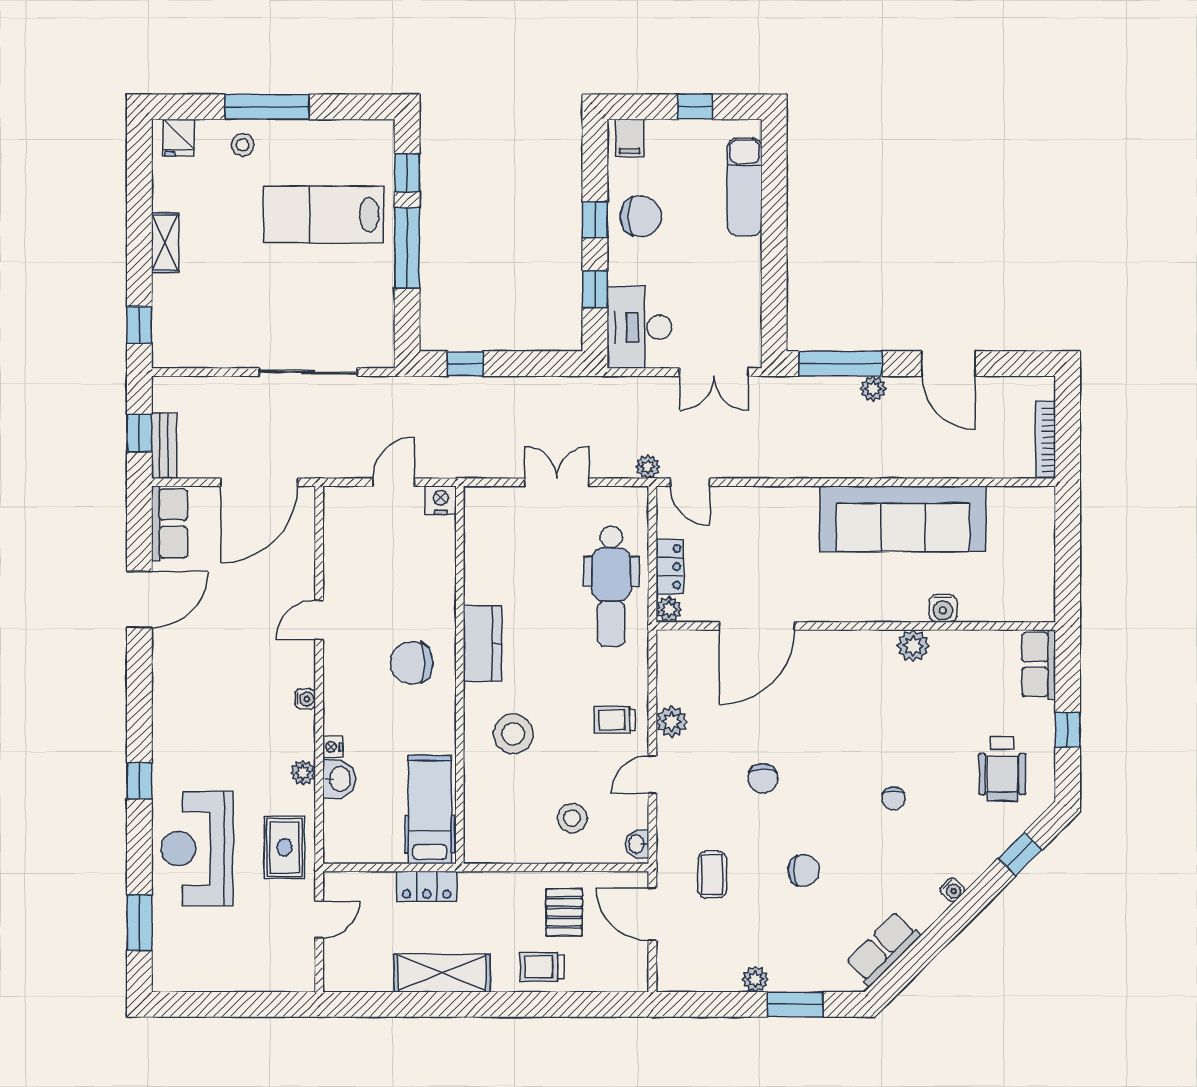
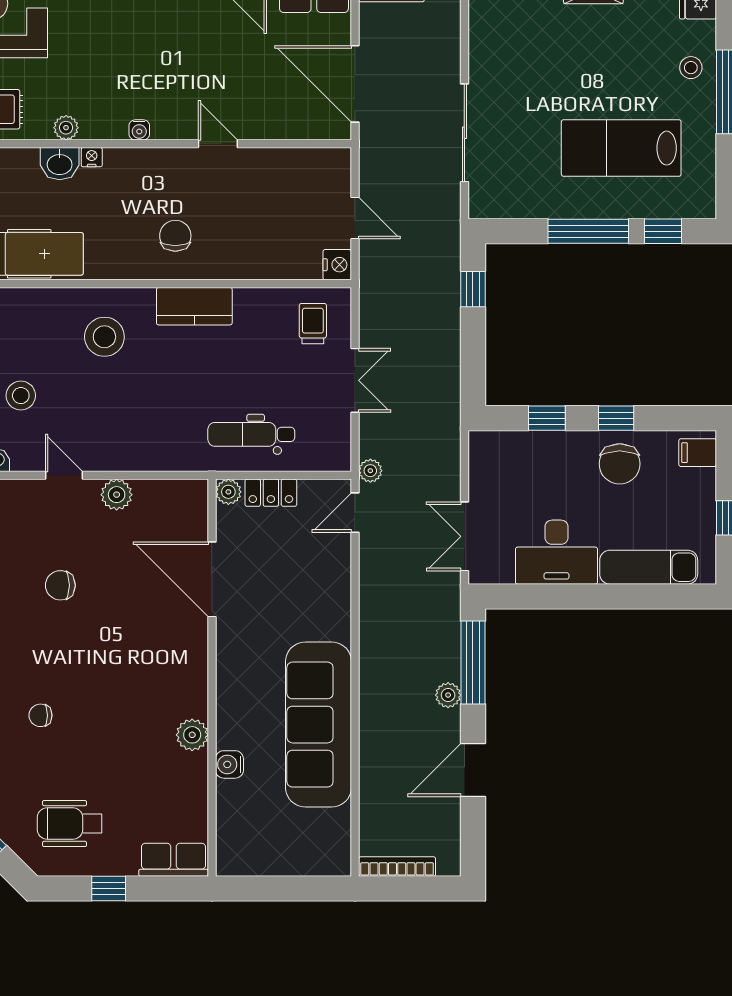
lab bench: (324, 215) -> (621, 148), turned -90
desk: (639, 327) -> (556, 552), moved, turned 180
dental chair: (611, 586) -> (251, 434), width x0.73, depth x0.72
chair: (412, 663) -> (175, 236), width x0.73, depth x0.73
trolley: (615, 720) -> (313, 324), moved

